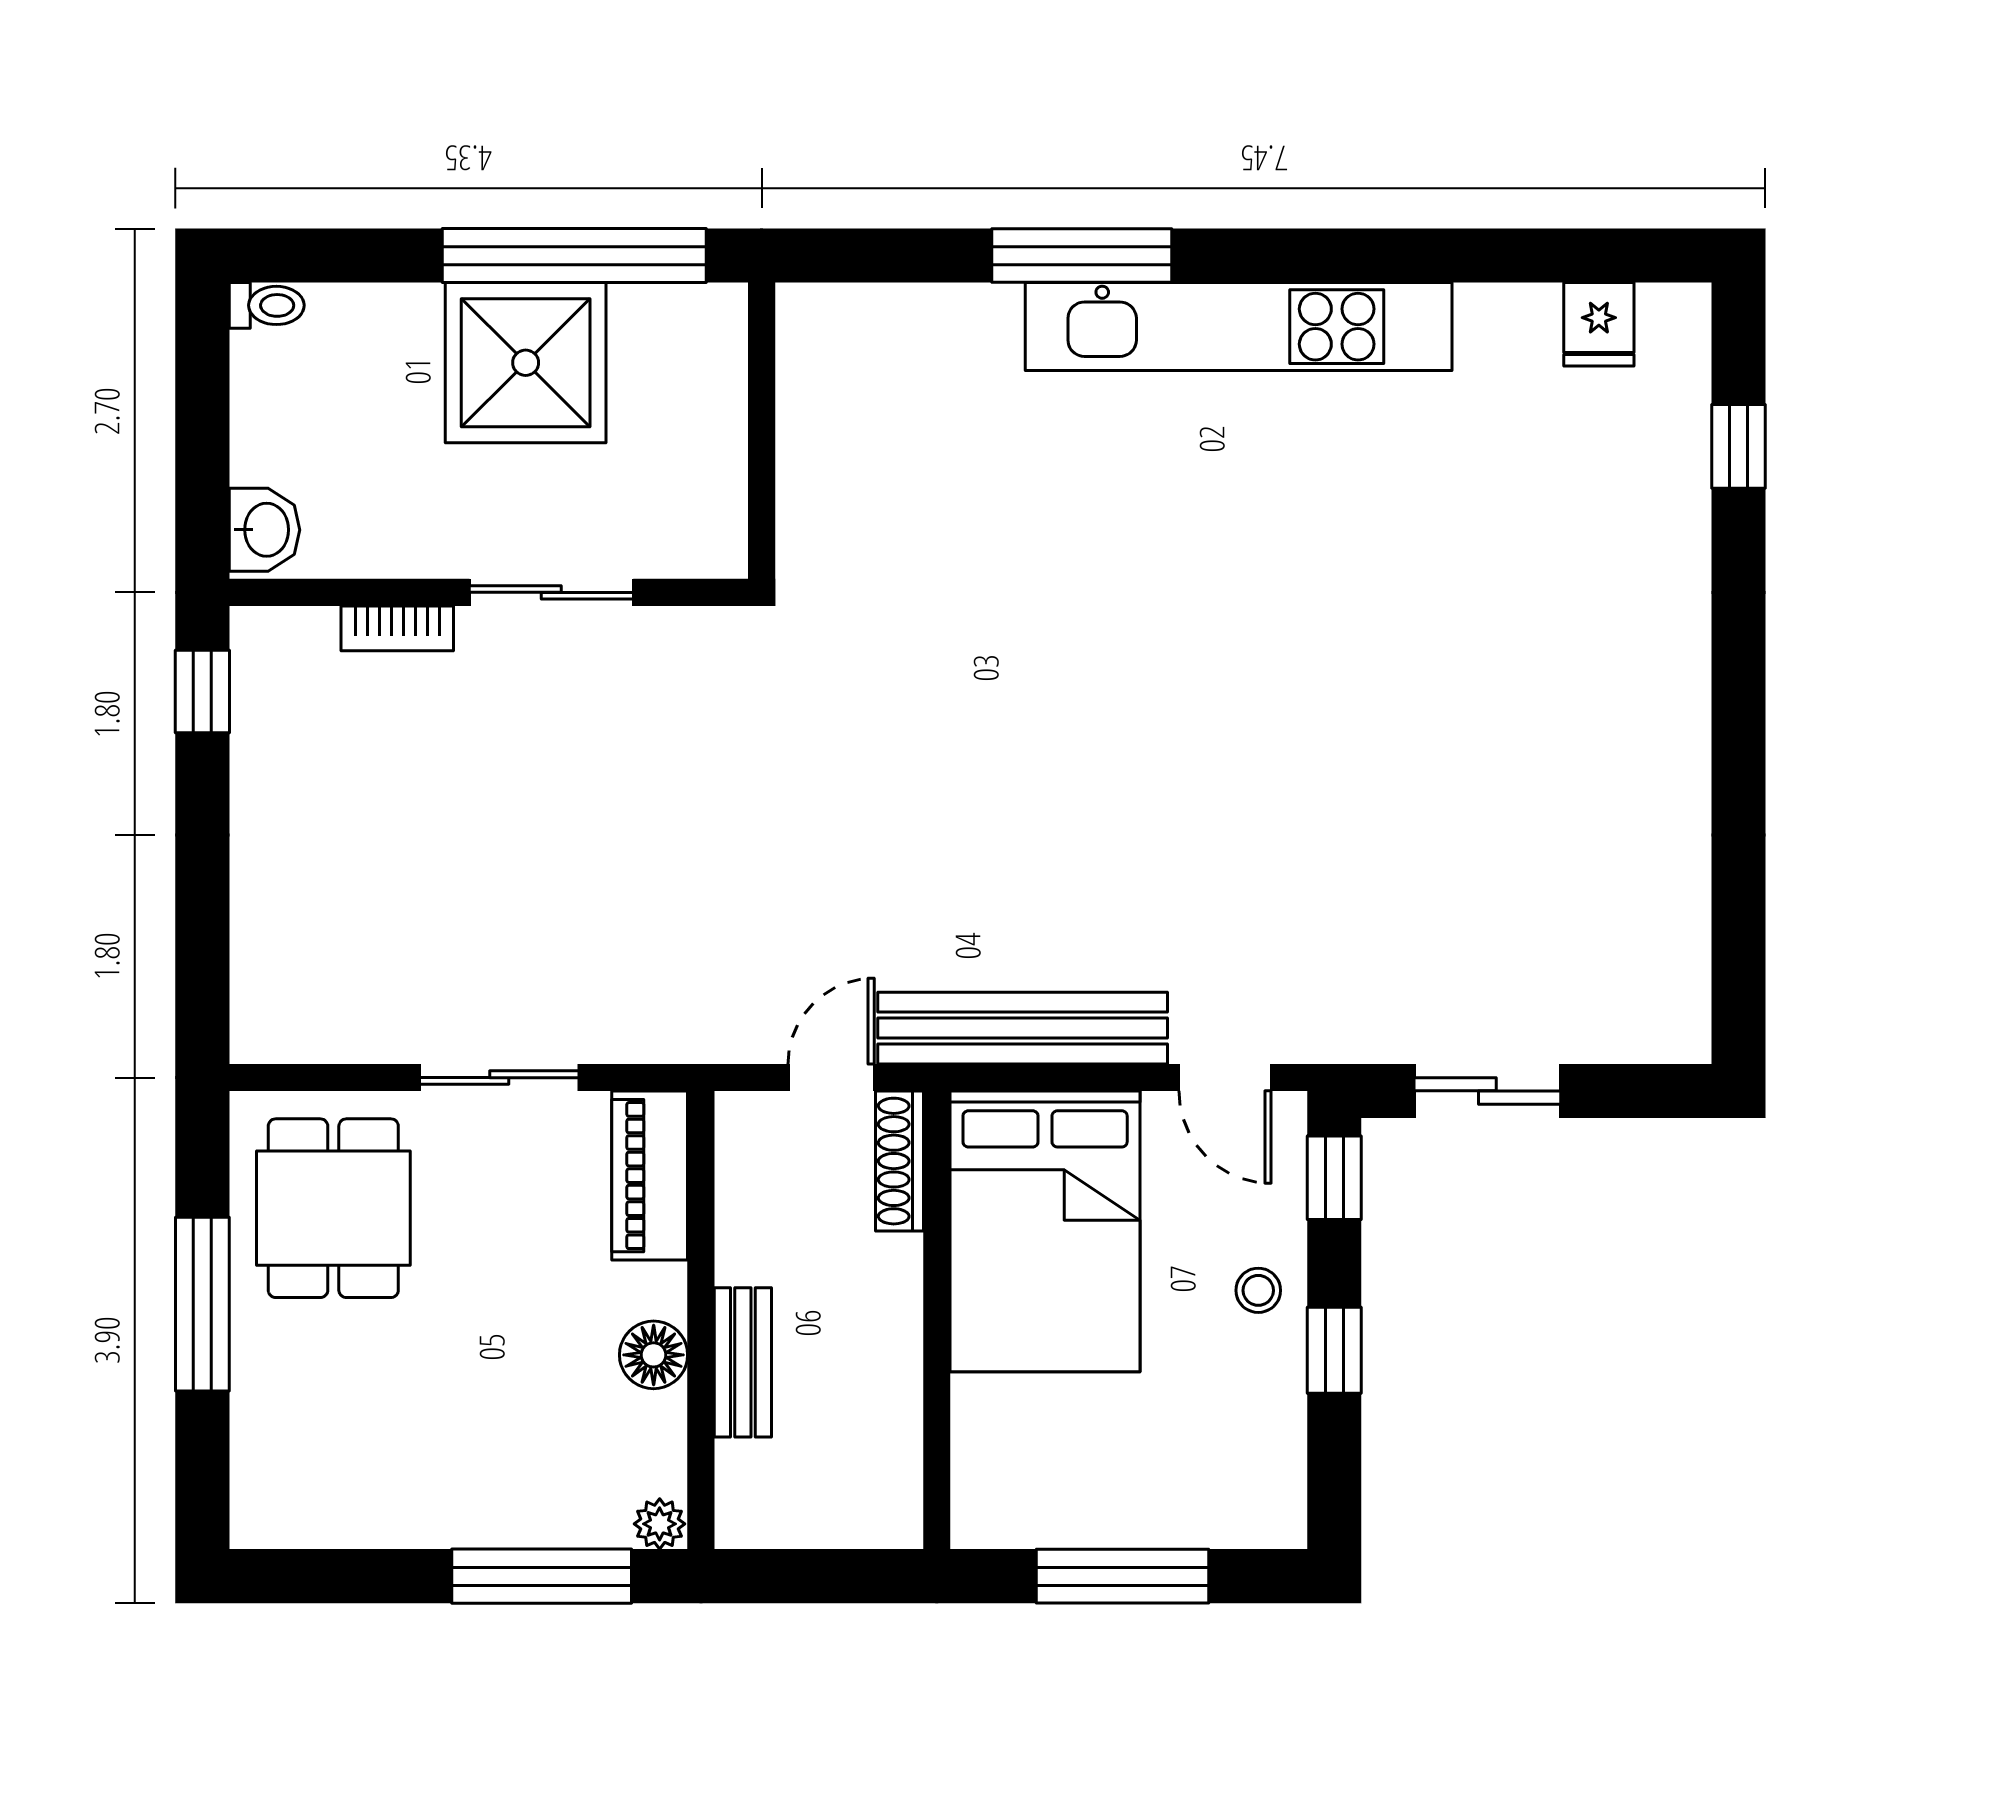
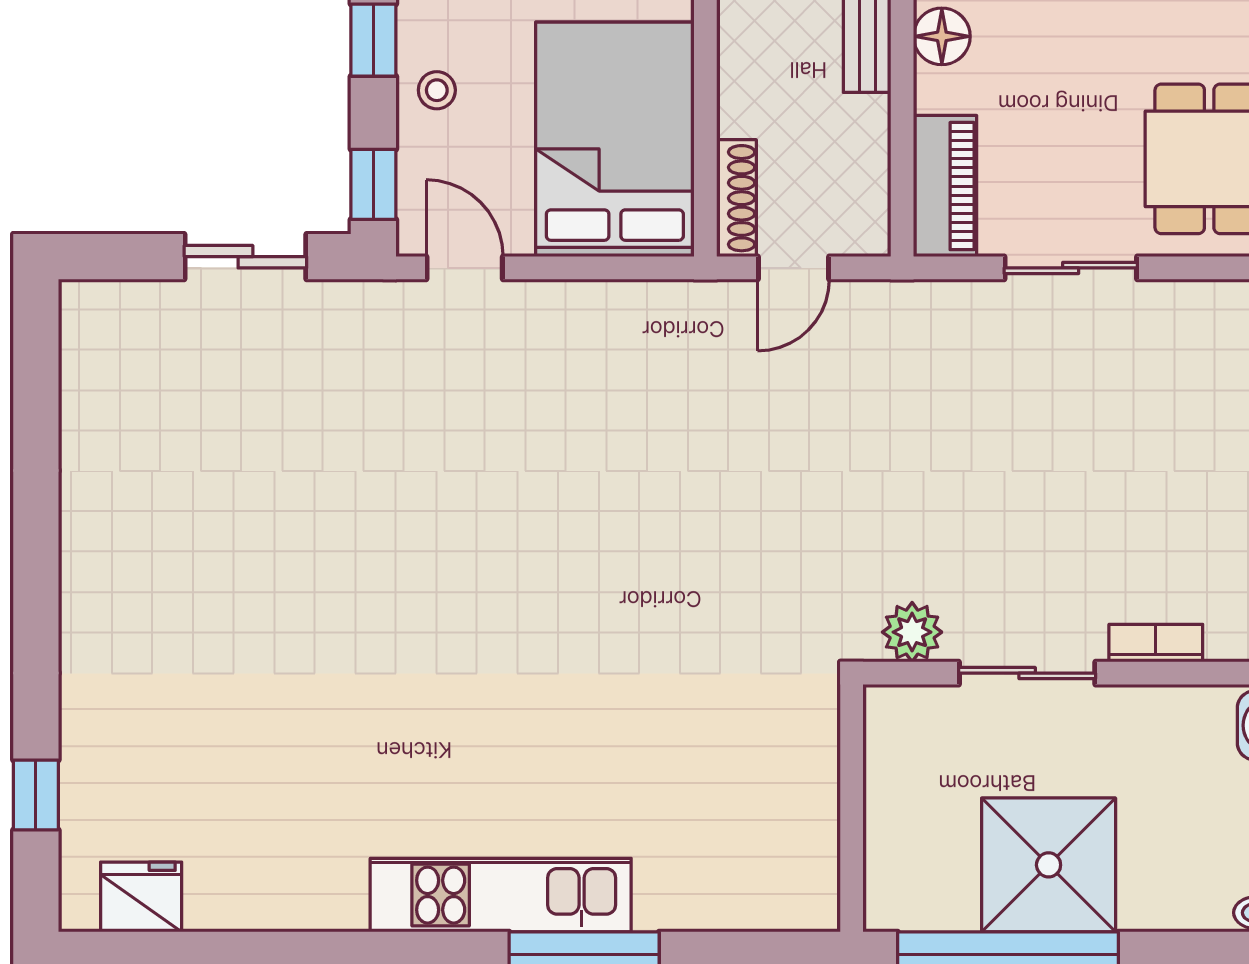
fridge: (1599, 324) -> (141, 897), width x1.38
kitchen unit: (1239, 327) -> (501, 895), width x0.73
plant: (689, 641) -> (912, 632), added
bench: (1023, 1028) -> (634, 309), removed

